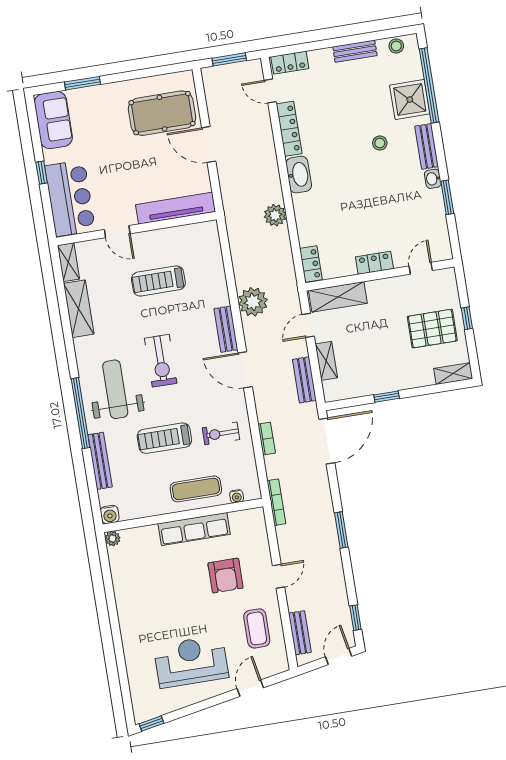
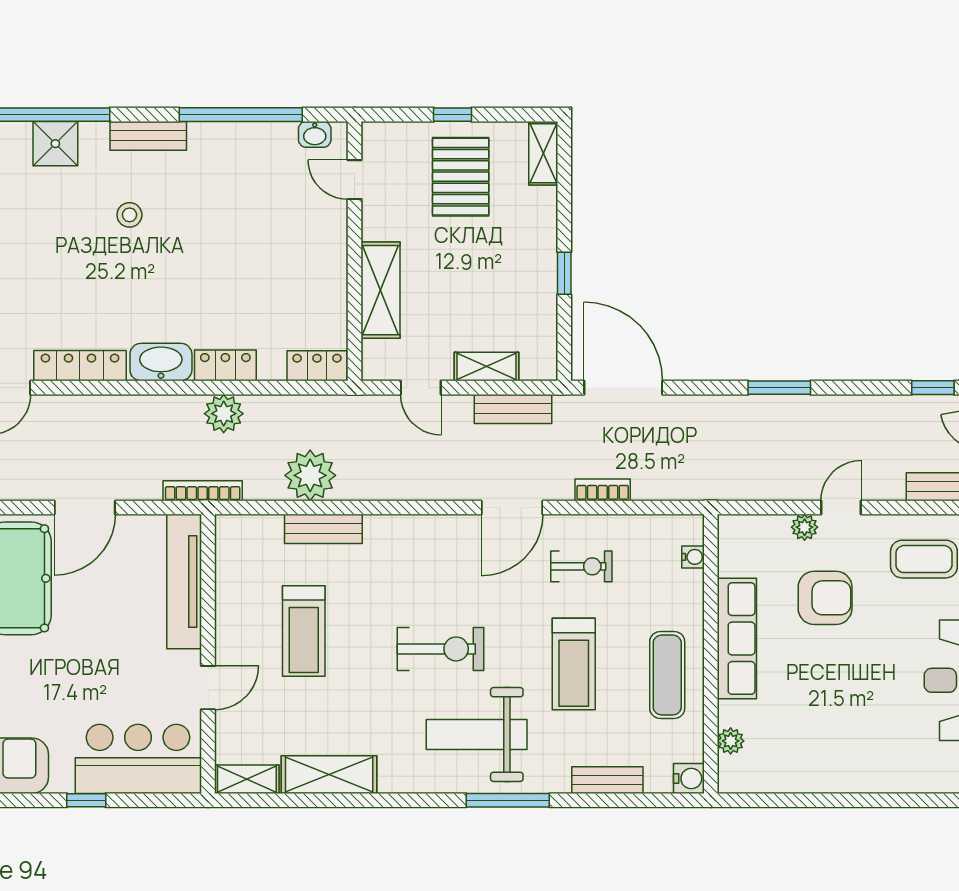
shower: (410, 100) -> (55, 144), width x0.73, depth x0.73
washbasin: (433, 179) -> (315, 134), moved
window: (447, 197) -> (241, 115), width x2.11
locker: (374, 263) -> (225, 365), moved, turned 90
shelving: (338, 297) -> (380, 290), moved
plant: (253, 302) -> (310, 475), moved
bench: (226, 329) -> (323, 529), moved
door: (245, 370) -> (512, 507), moved
window: (81, 413) -> (508, 800), width x0.68
exercise bike: (221, 434) -> (581, 566), turned -90
bench: (100, 461) -> (607, 780), width x0.73
exercise mat: (196, 489) -> (667, 675), moved
bookcase: (276, 502) -> (203, 491), moved
plant: (113, 538) -> (731, 741), moved
plant: (264, 557) -> (805, 527), added
door: (279, 576) -> (841, 507), hinge flipped

